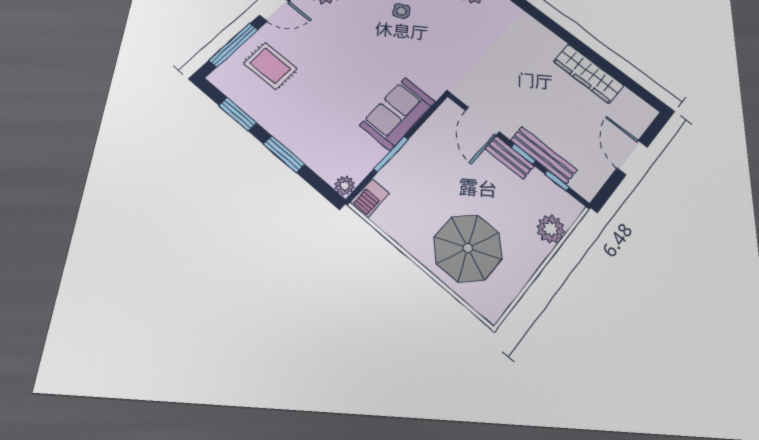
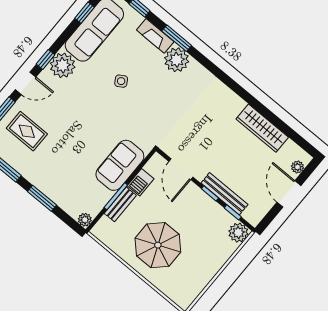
plant: (640, 123) -> (298, 167), added
bench: (510, 157) -> (120, 204), moved, turned 90
barbecue: (370, 198) -> (141, 182), moved
plant: (551, 229) -> (238, 233), moved
parasol: (468, 248) -> (158, 245), moved

